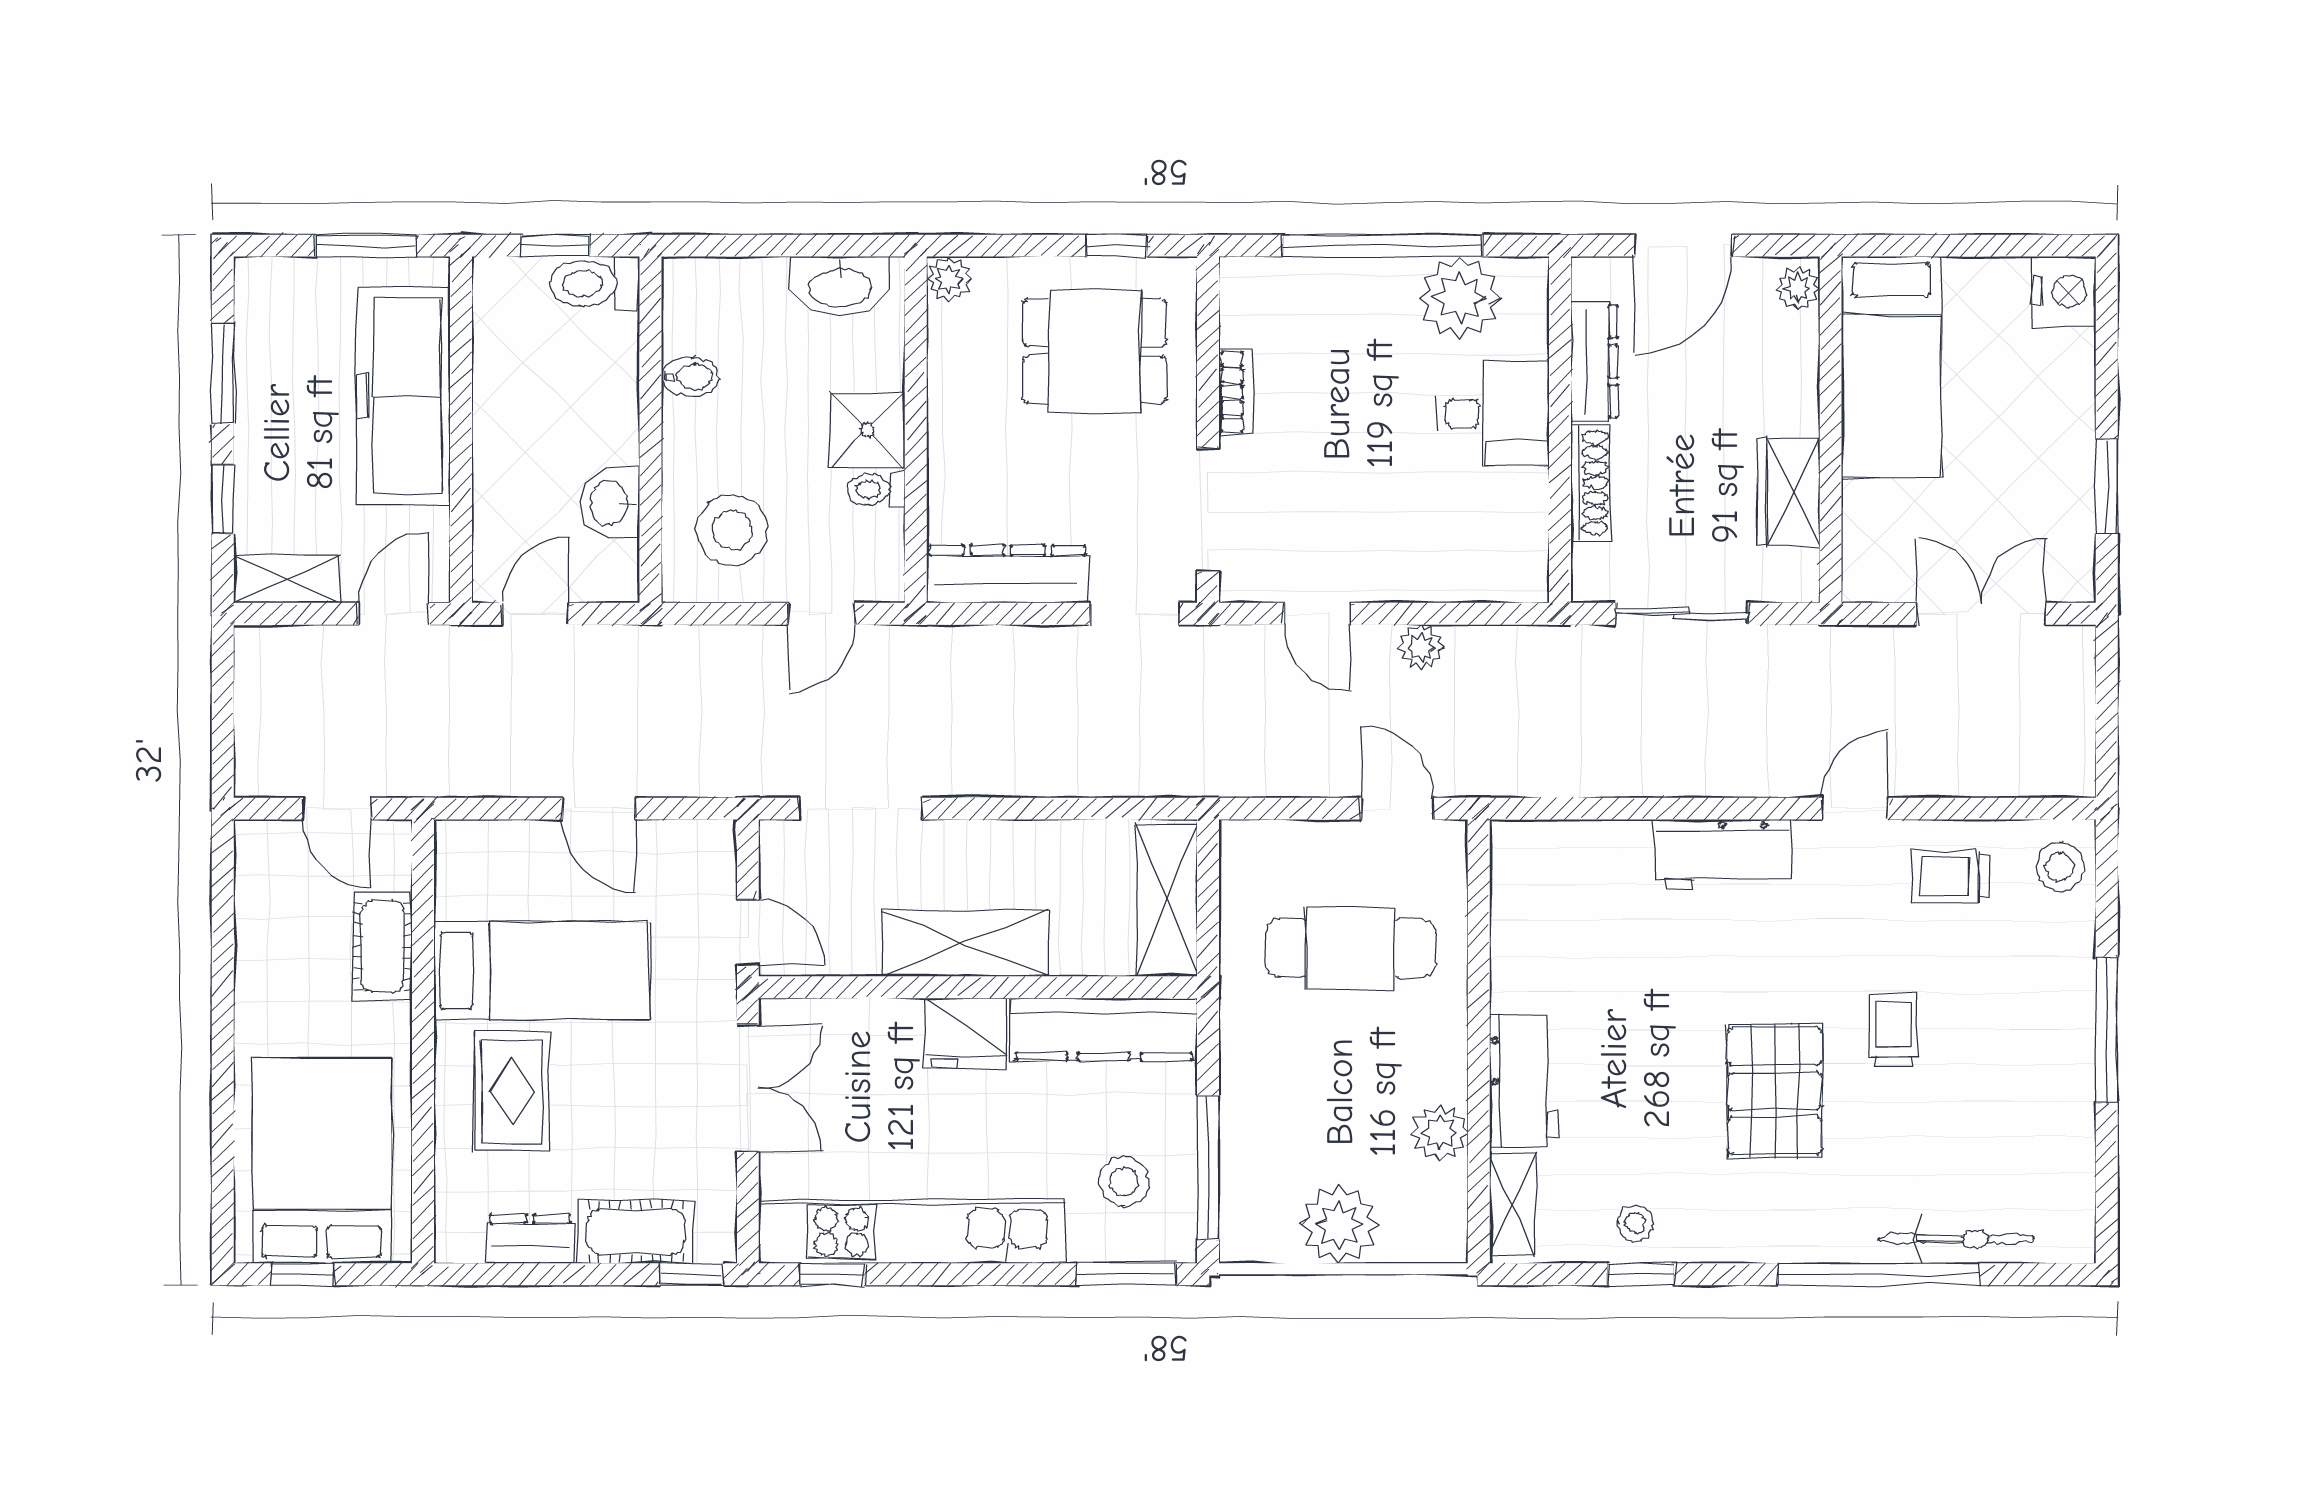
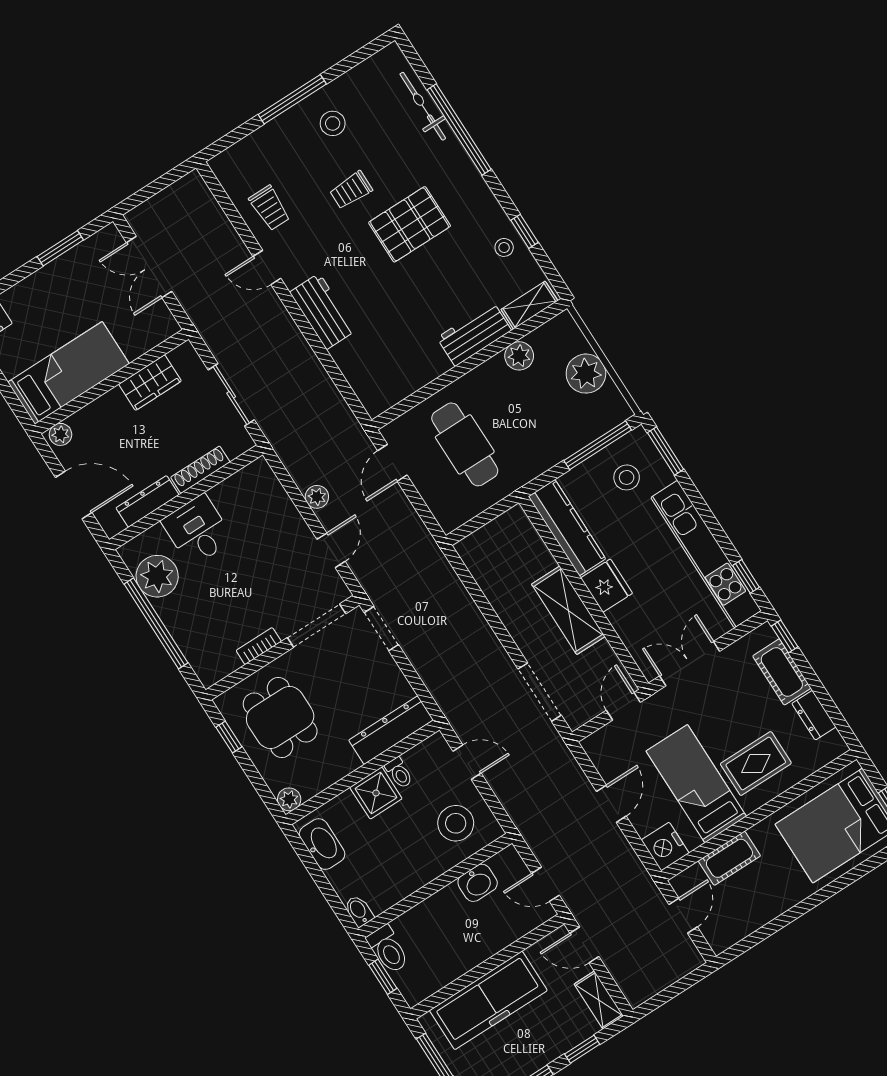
bidet: (690, 377) -> (359, 911), moved
dresser: (1008, 574) -> (391, 730), moved, turned 90
nightstand: (471, 852) -> (665, 847), added
stool: (2060, 867) -> (333, 123), moved
shelving: (1167, 900) -> (495, 536), removed

